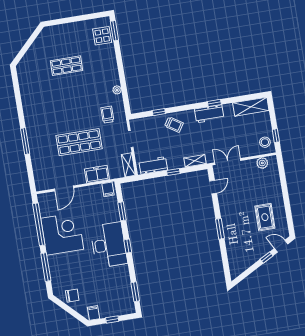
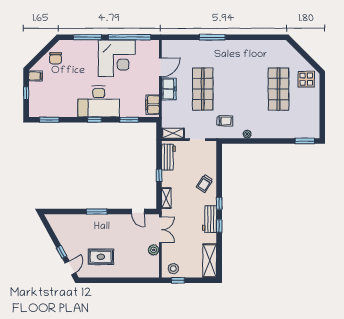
display table: (102, 36) -> (306, 79), moved
shop shelf: (67, 66) -> (279, 89), width x1.43, depth x1.36
window: (159, 112) -> (219, 203), moved
plant: (262, 163) -> (154, 250), moved
freezer: (97, 174) -> (169, 89), moved
door: (64, 188) -> (160, 67), swing flipped
filing cabinet: (108, 189) -> (153, 105), width x2.00

